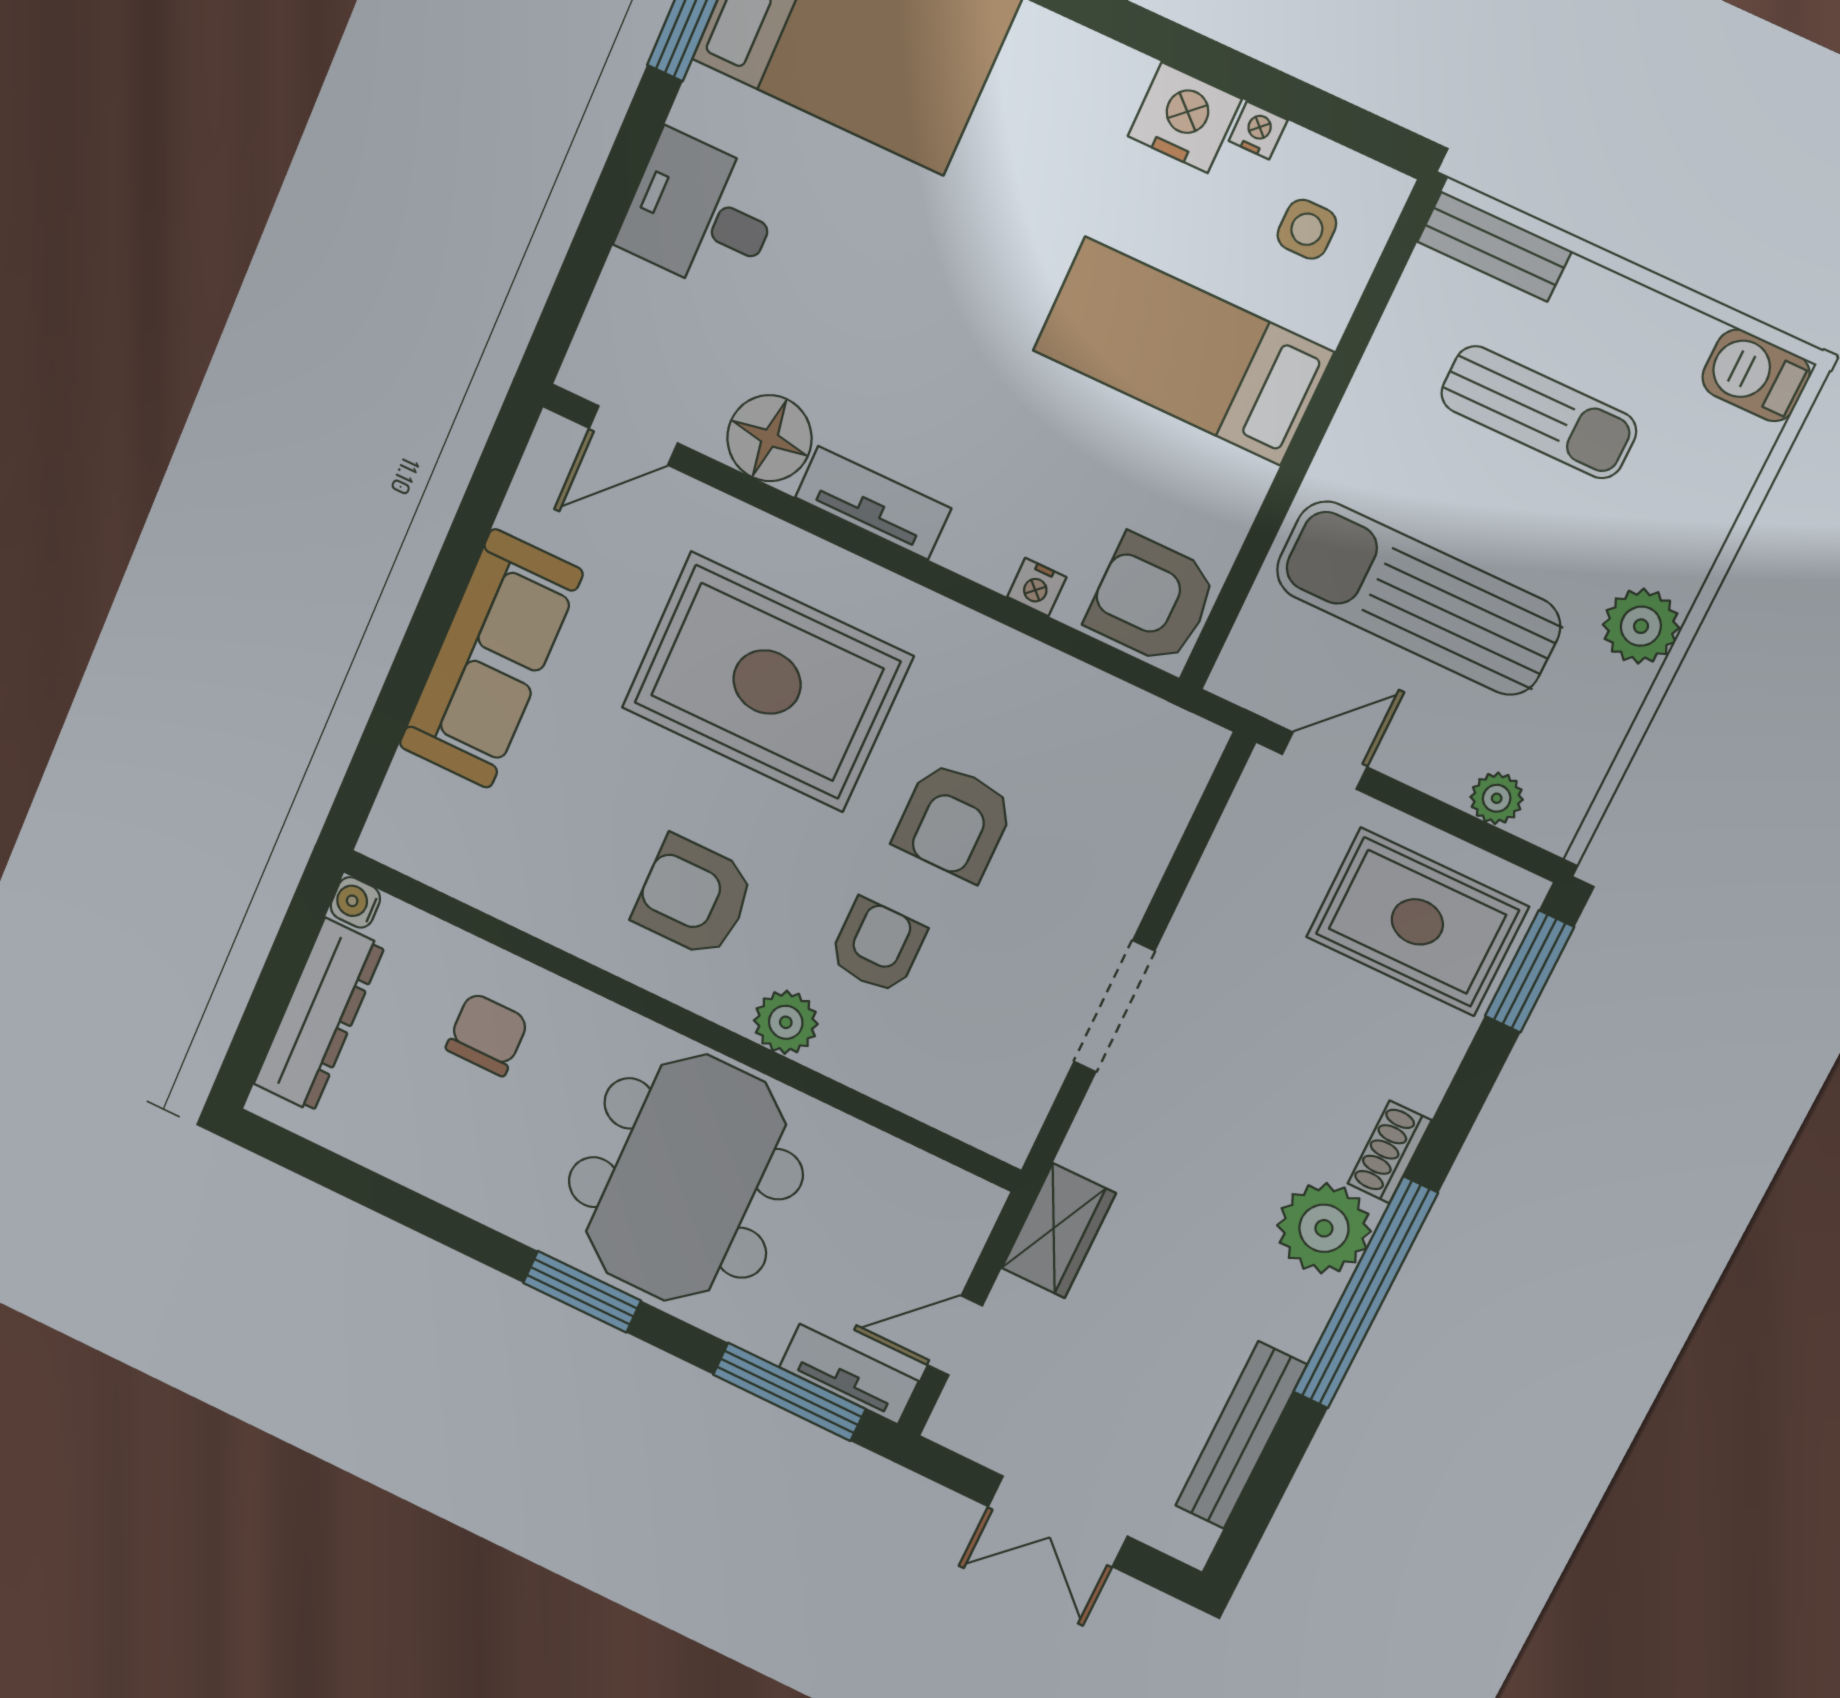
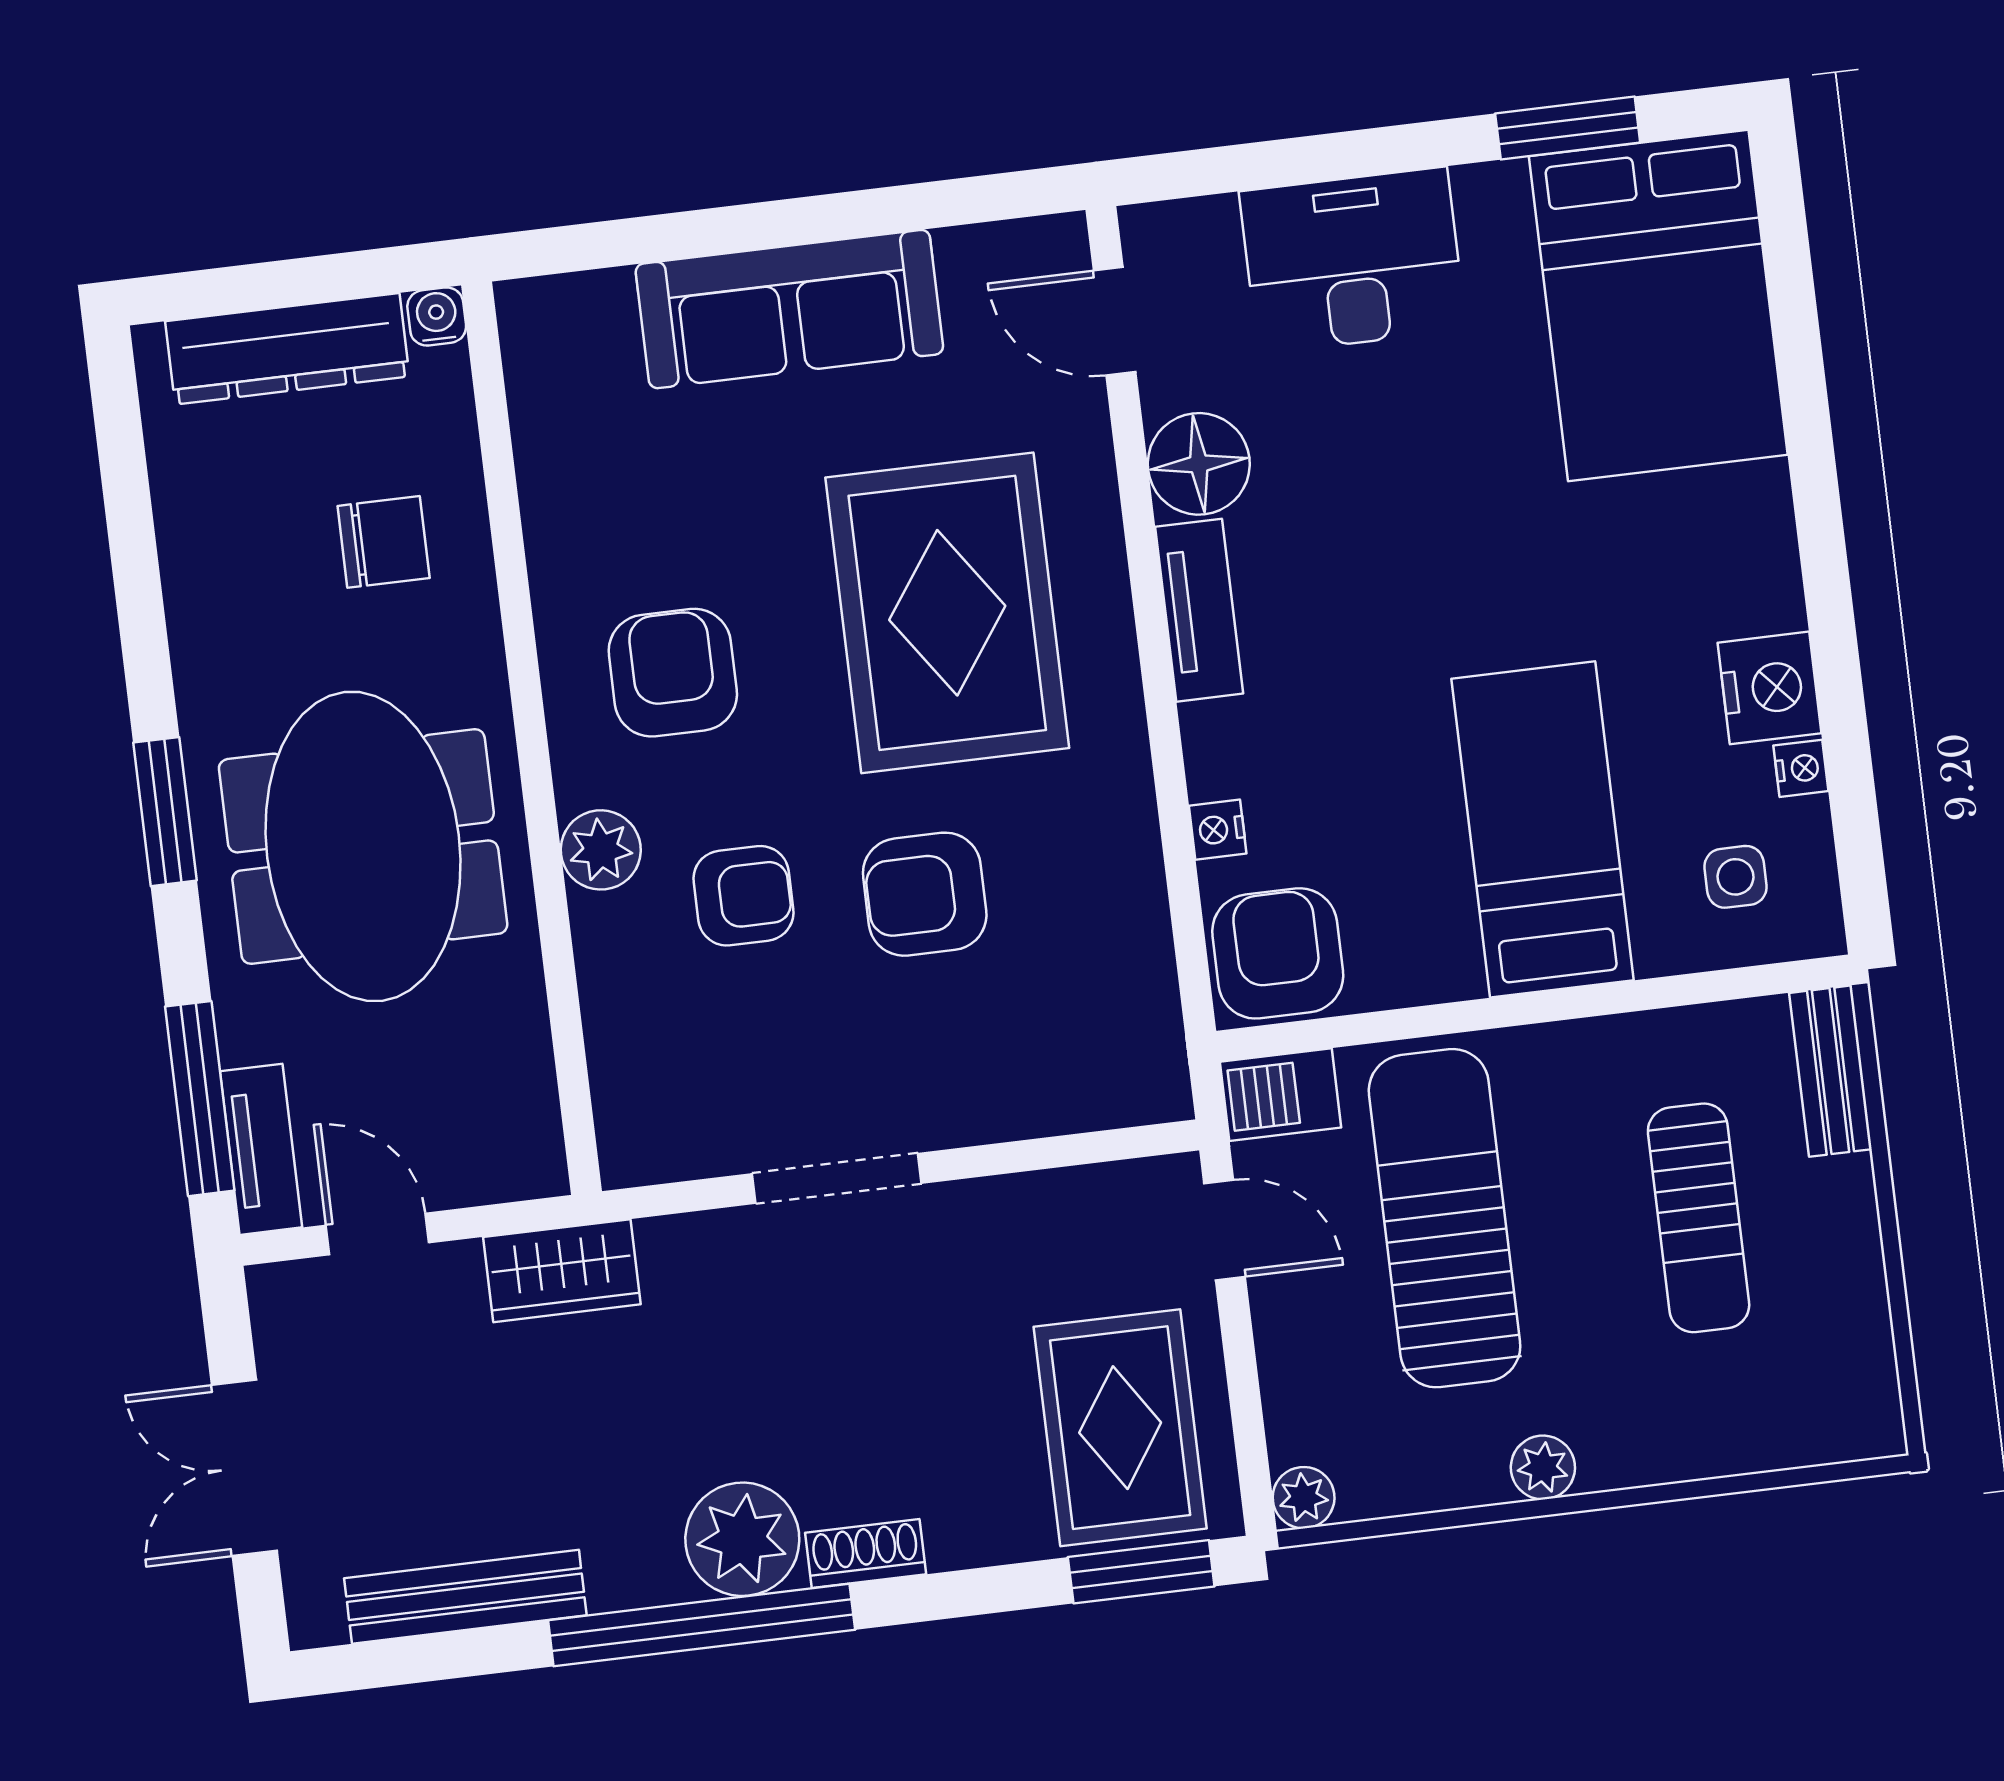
desk: (701, 214) -> (1353, 260), width x1.37
barbecue: (1756, 375) -> (1281, 1095), moved, turned -90
plant: (1641, 626) -> (1543, 1467), width x0.73, depth x0.73
plant: (1497, 798) -> (1304, 1498), moved
meeting table: (685, 1178) -> (363, 846), turned 90

